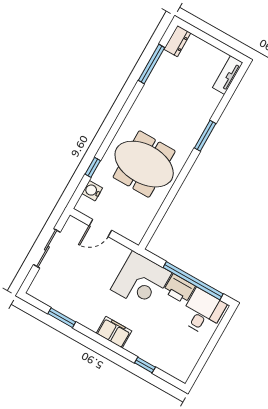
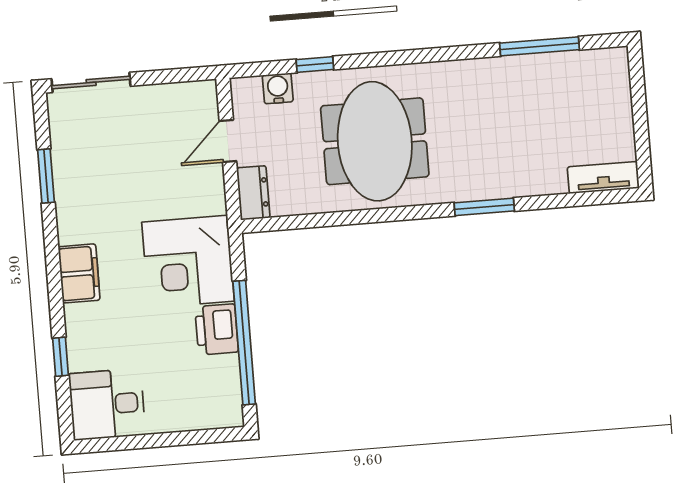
dresser: (177, 41) -> (253, 193), moved, turned -90
door: (100, 228) -> (228, 141), hinge flipped
sliding door: (47, 248) -> (91, 82), moved
desk: (203, 312) -> (107, 404), moved, turned 180

